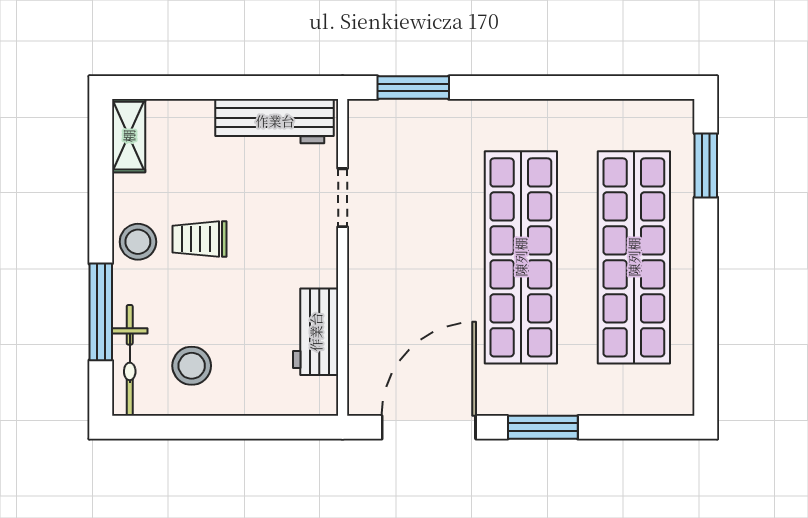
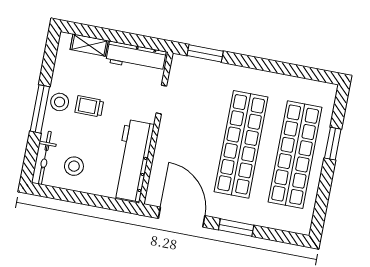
shelving: (129, 136) -> (89, 45), moved, turned 90
window: (706, 165) -> (333, 144), moved
window: (101, 312) -> (40, 109), moved
workbench: (316, 332) -> (133, 161), width x1.88, depth x1.32
door: (429, 427) -> (182, 217), hinge flipped

